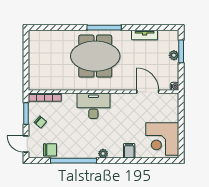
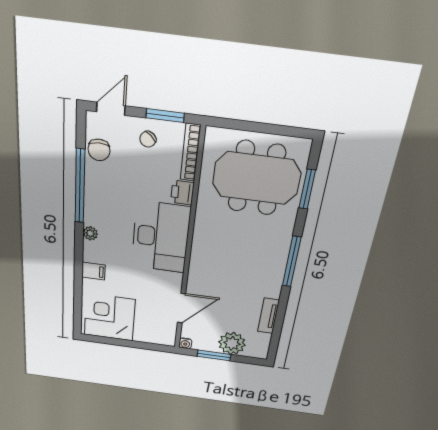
window: (57, 28) -> (307, 189), added
window: (181, 51) -> (214, 355), moved
plant: (174, 55) -> (232, 343), width x1.87, depth x1.87
meeting table: (95, 56) -> (256, 178), moved, turned 90
printer: (69, 99) -> (182, 193), added
desk: (93, 106) -> (161, 237), width x1.36, depth x1.30

